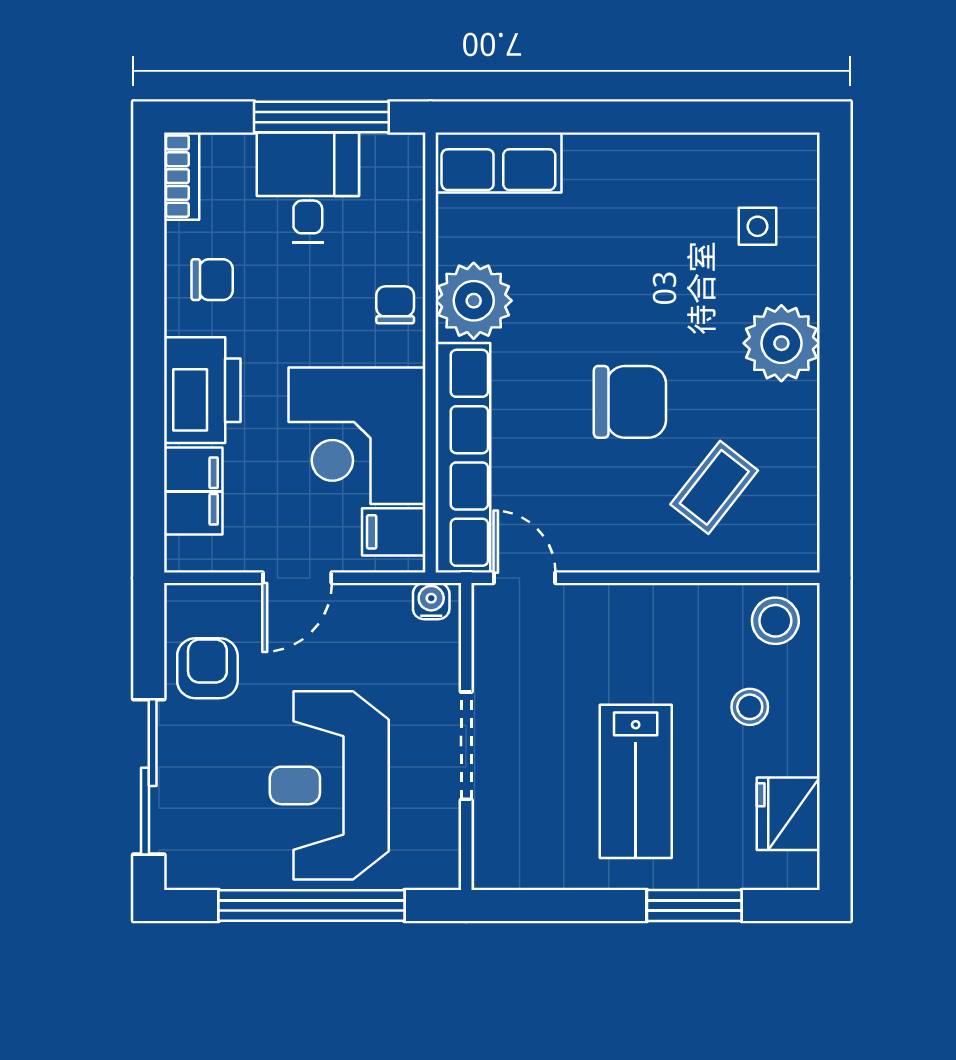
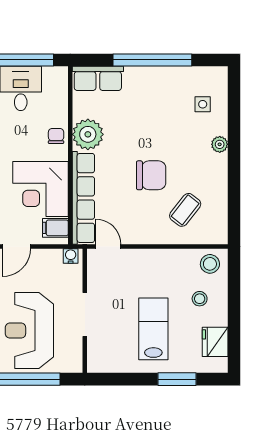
window: (633, 117) -> (152, 60), added
plant: (781, 343) -> (220, 144), width x0.53, depth x0.53
lab bench: (636, 781) -> (153, 329), turned 180

